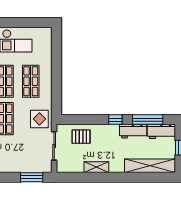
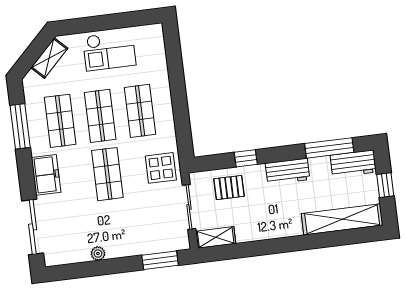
window: (115, 120) -> (246, 158), moved
workbench: (133, 131) -> (288, 171), moved
shelving: (96, 167) -> (216, 237), moved

